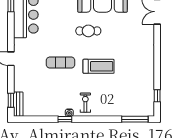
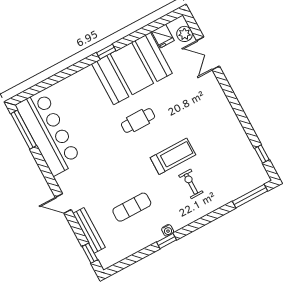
exercise mat: (61, 63) -> (132, 207), moved
exercise bike: (85, 103) -> (191, 184), moved
bench: (18, 104) -> (89, 230), moved, width x1.36

